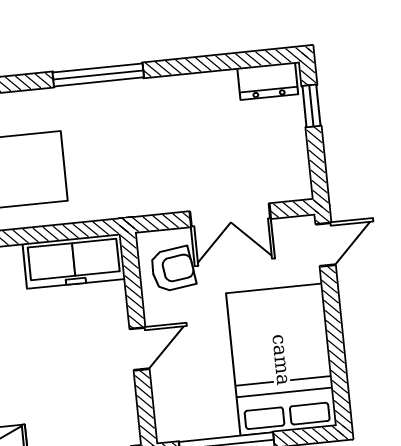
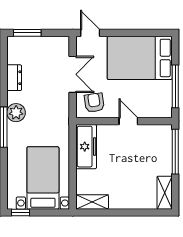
dresser: (268, 81) -> (14, 78), moved
plant: (133, 99) -> (16, 113), added
window: (311, 106) -> (27, 33), width x1.50

